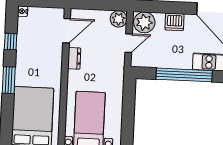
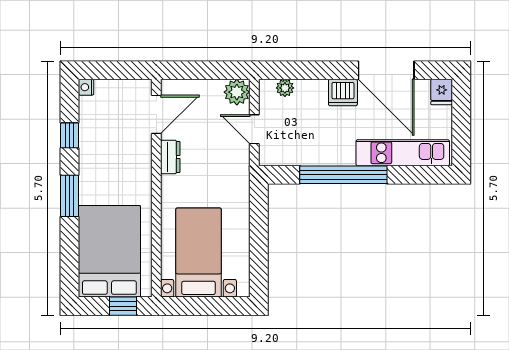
plant: (144, 22) -> (285, 88), width x0.53, depth x0.53
dishwasher: (174, 22) -> (343, 92), moved
door: (129, 43) -> (254, 129), swing flipped

